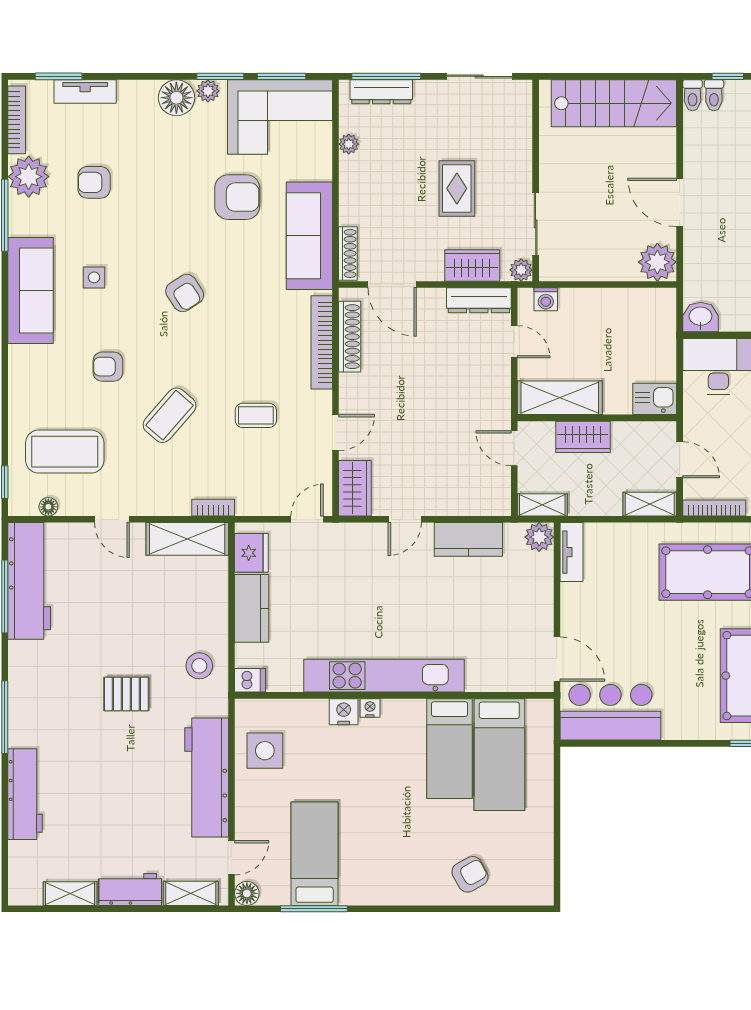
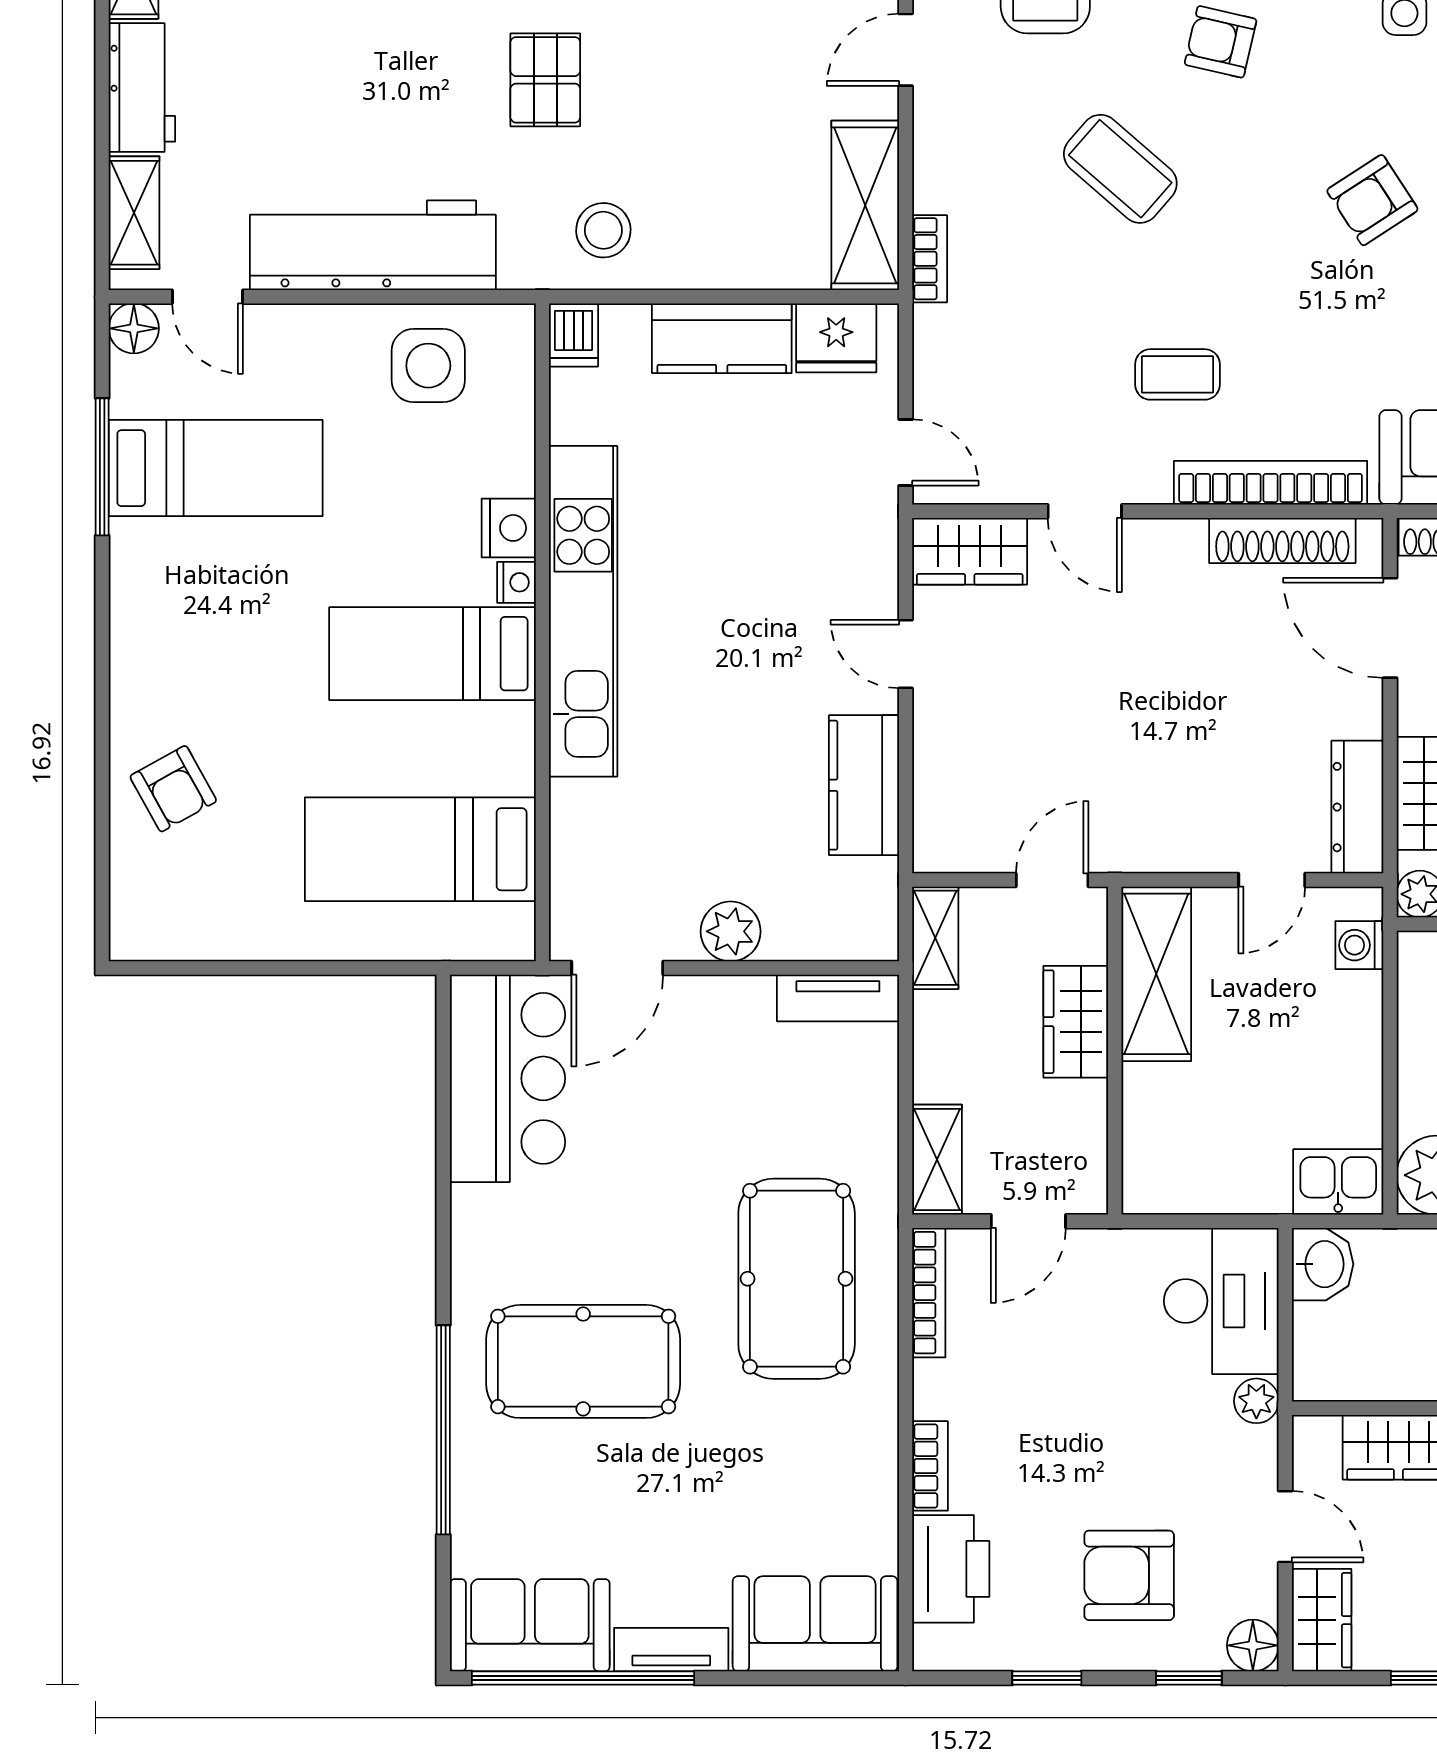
door: (392, 285) -> (1390, 628), hinge flipped
armchair: (108, 367) -> (1221, 42), turned -77
kitchen sink: (655, 399) -> (1338, 1182), moved, turned -90
coffee table: (256, 415) -> (1177, 374), moved, turned 90
plant: (539, 537) -> (731, 931), moved
bed: (449, 749) -> (432, 654), moved

